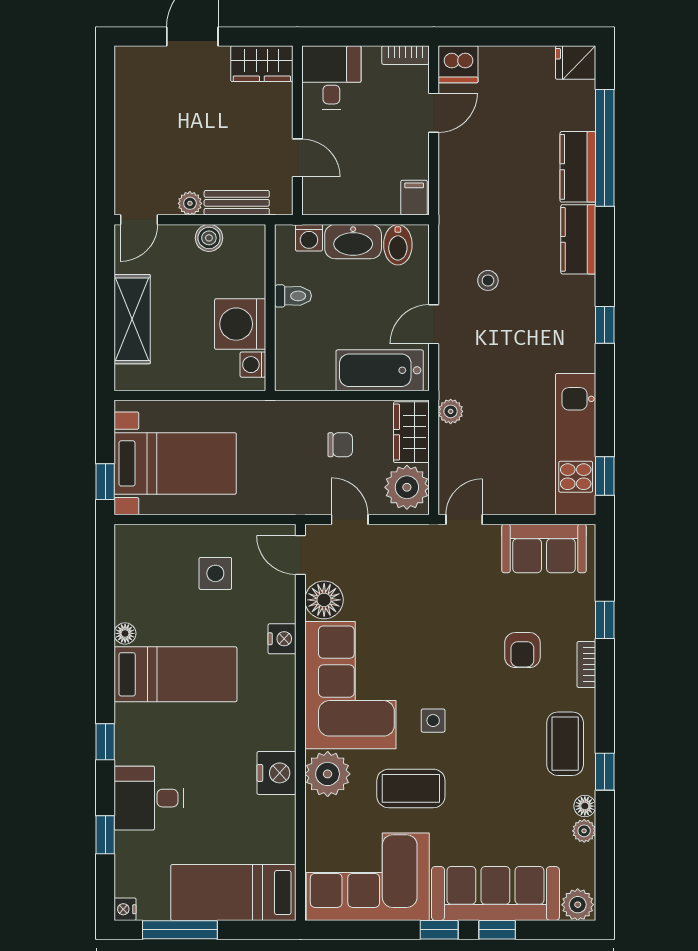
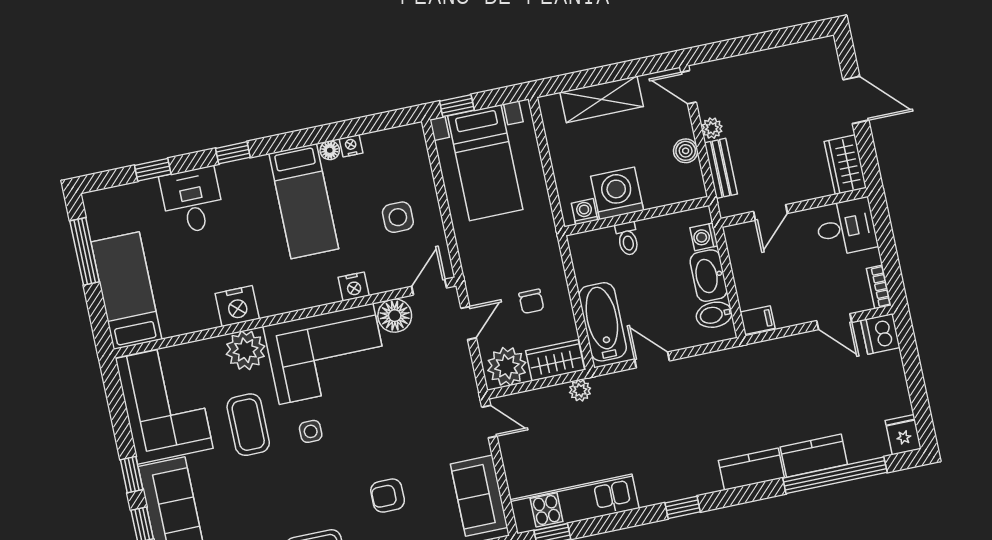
stool: (488, 280) -> (700, 399), removed
toilet: (293, 296) -> (627, 239), moved
nightstand: (125, 909) -> (351, 146), moved

